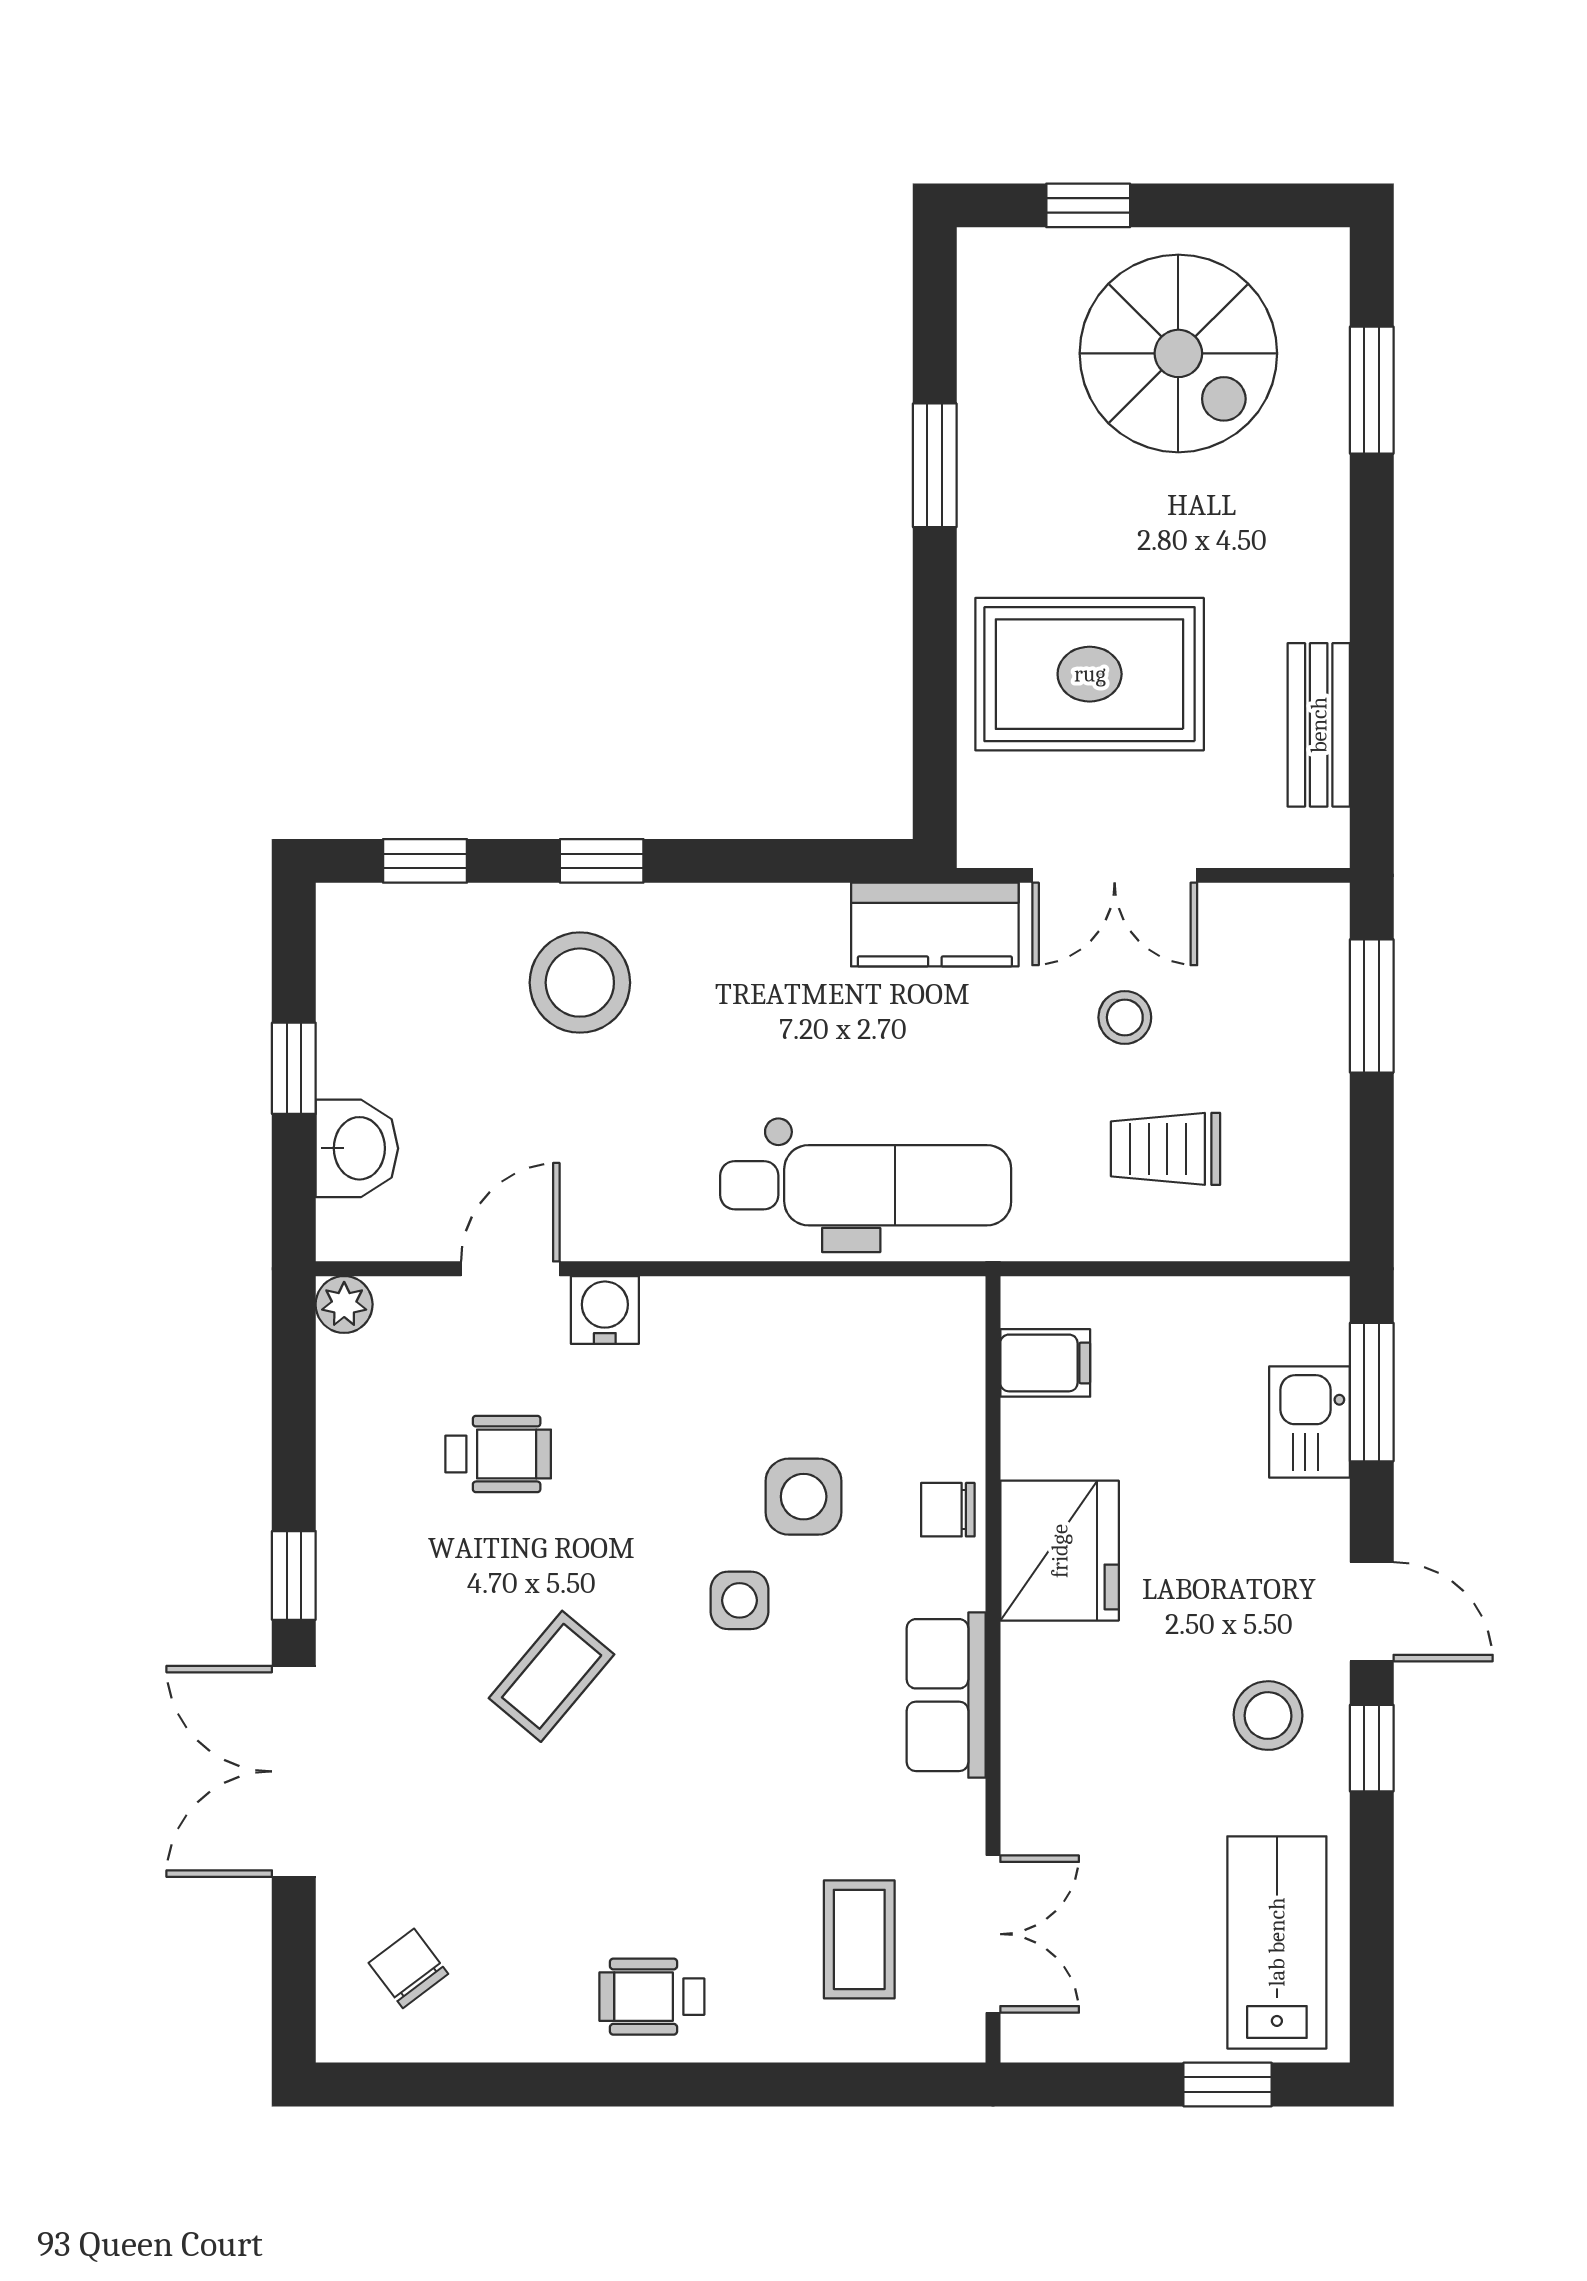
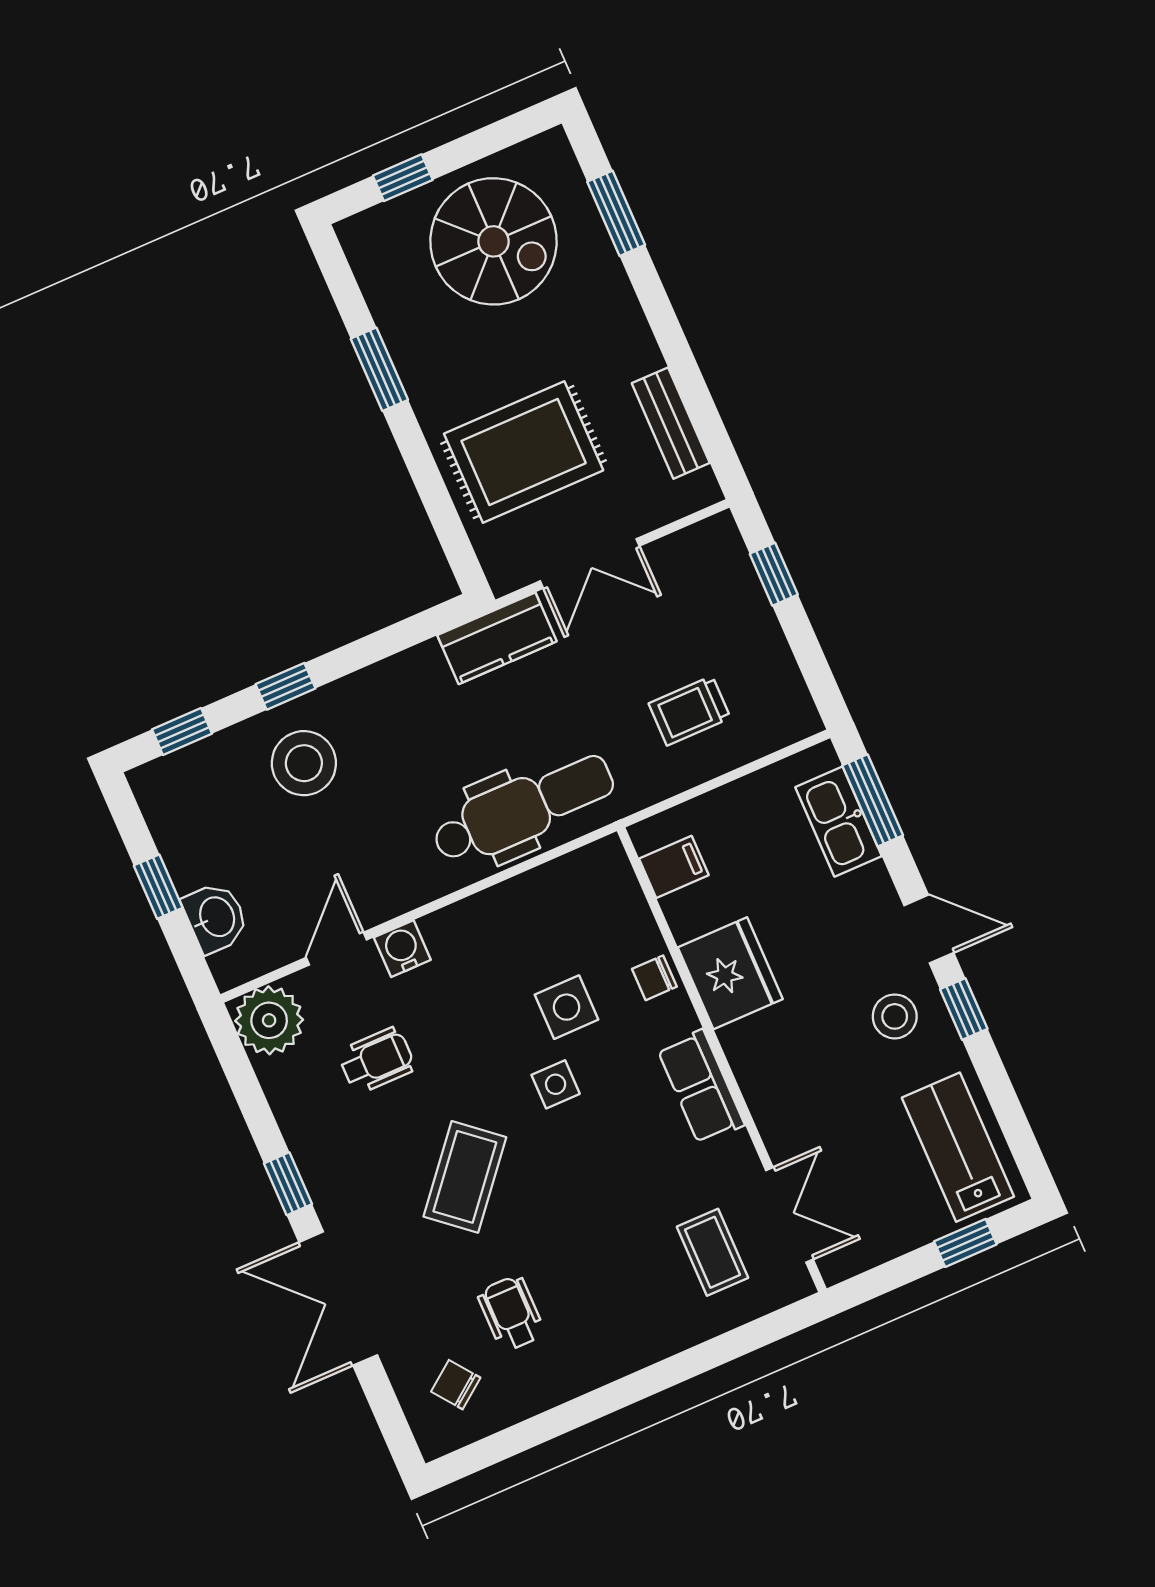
window: (1372, 1006) -> (774, 574), width x0.67
stool: (1125, 1017) -> (632, 644), removed
plant: (344, 1304) -> (269, 1020), width x1.87, depth x1.87
kitchen sink: (1310, 1422) -> (839, 822), width x1.38
coffee table: (552, 1676) -> (465, 1177), width x1.36, depth x1.30
wheelchair: (652, 1997) -> (511, 1313), moved, turned 90

